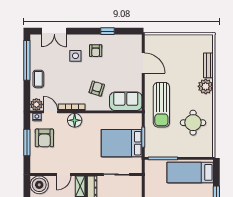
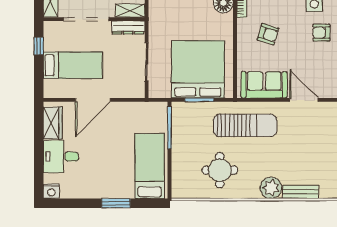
door: (143, 63) -> (304, 100), swing flipped
sofa: (126, 101) -> (264, 85), moved, turned -90
sun lounger: (161, 105) -> (245, 125), turned 180
bed: (122, 143) -> (198, 69), width x1.36

